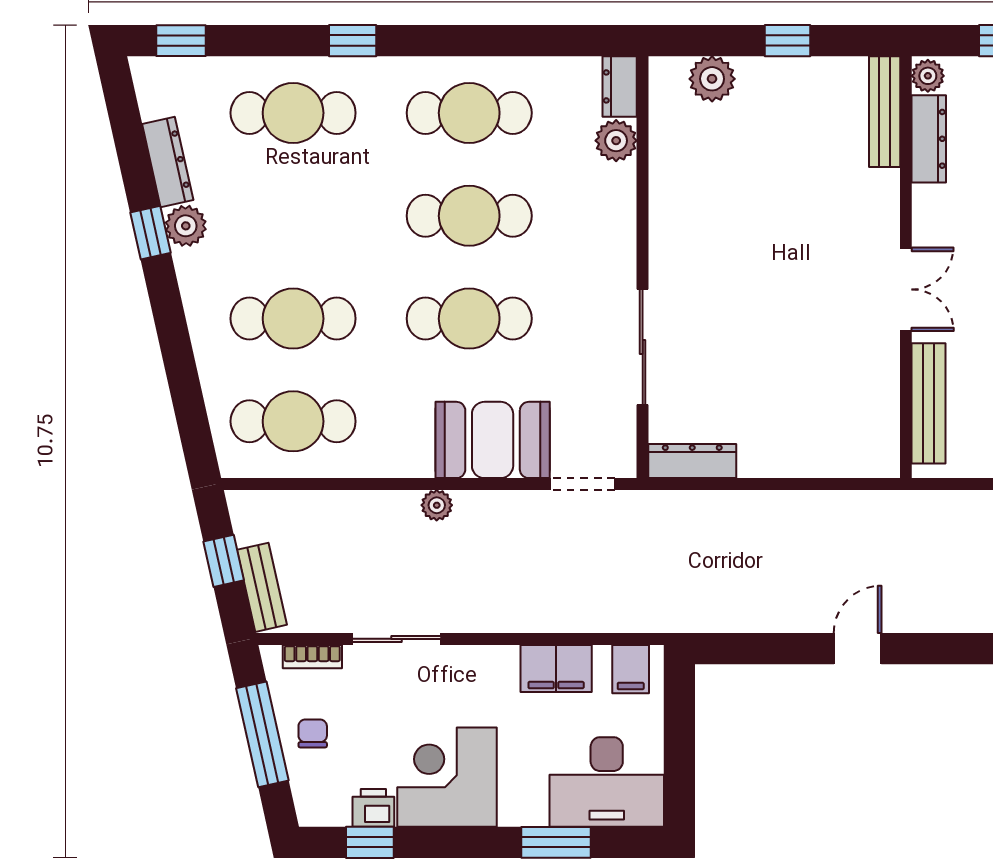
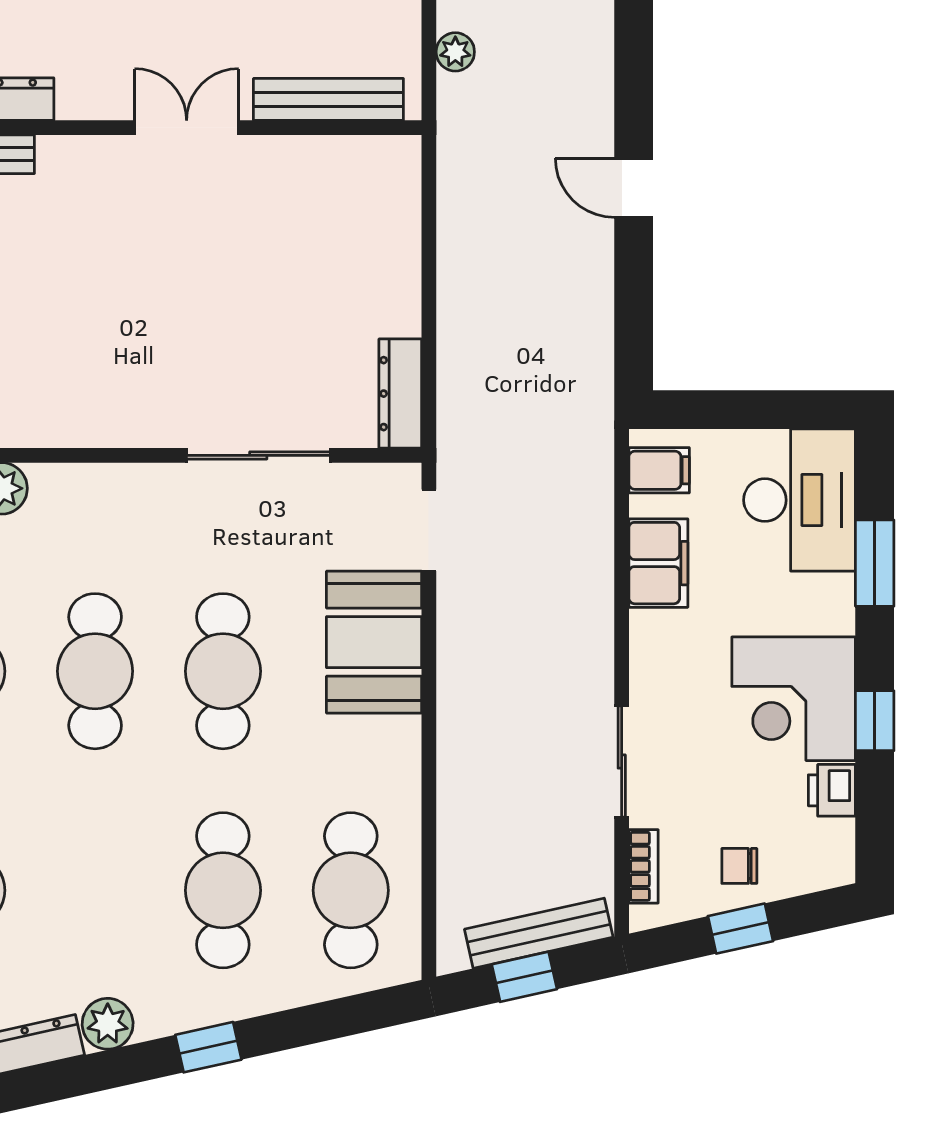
window: (150, 233) -> (208, 1047), moved
plant: (437, 505) -> (455, 52), moved
bench: (262, 587) -> (539, 933), width x1.36
window: (262, 734) -> (740, 929), width x0.46
window: (370, 842) -> (875, 721), moved

